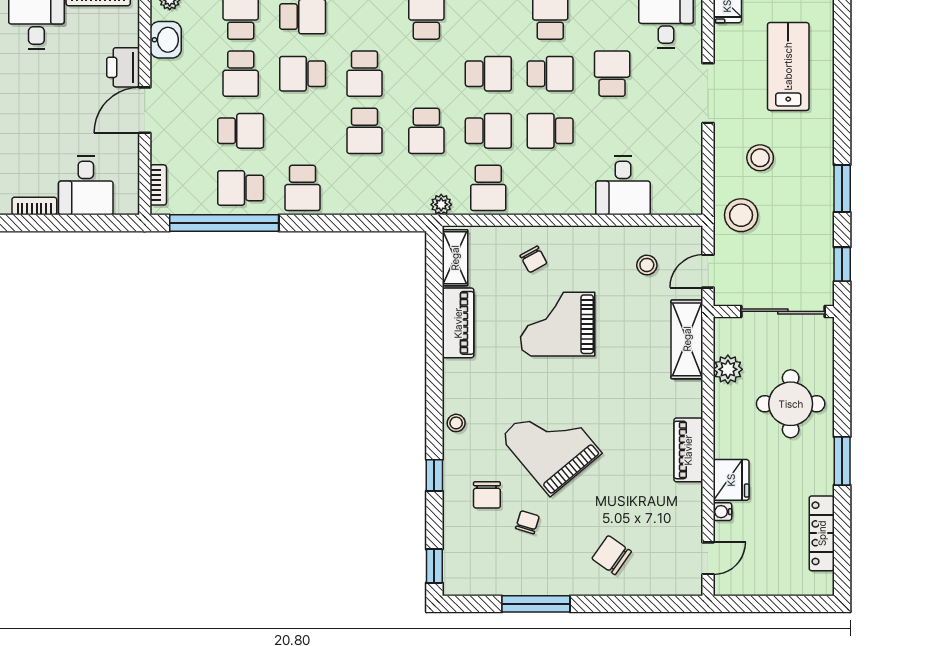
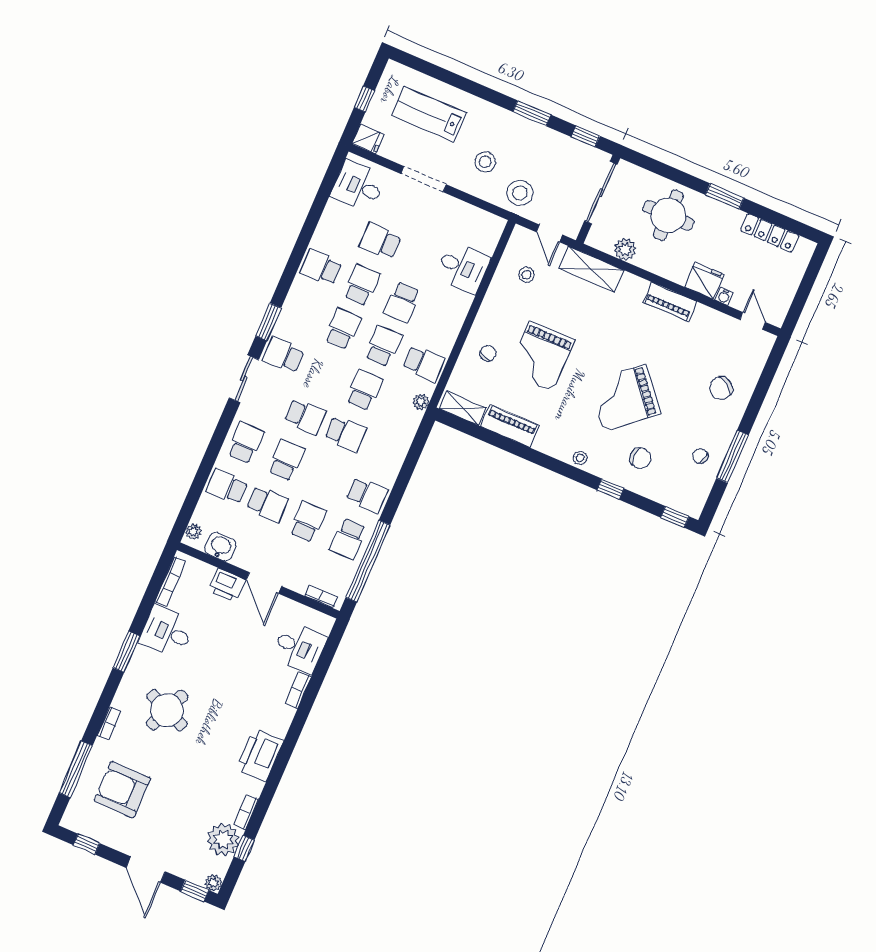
school desk: (303, 74) -> (286, 460), turned 180
school desk: (426, 131) -> (364, 390), turned -90
chair: (533, 259) -> (488, 353), turned -46
chair: (527, 522) -> (700, 456), moved

